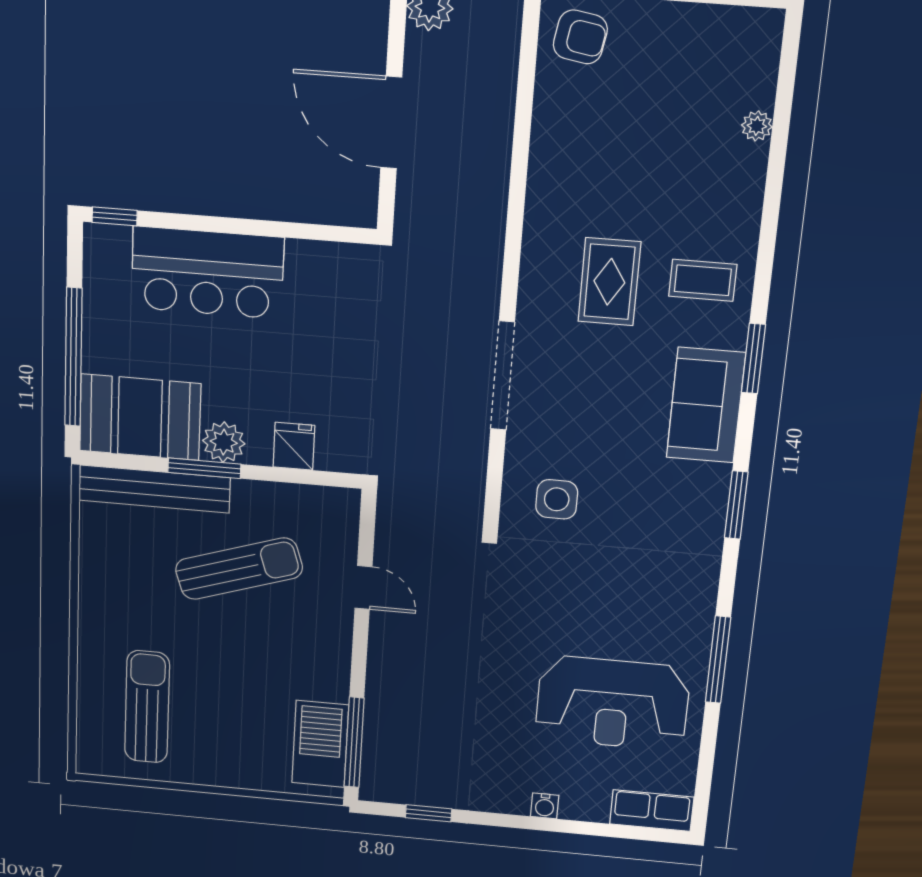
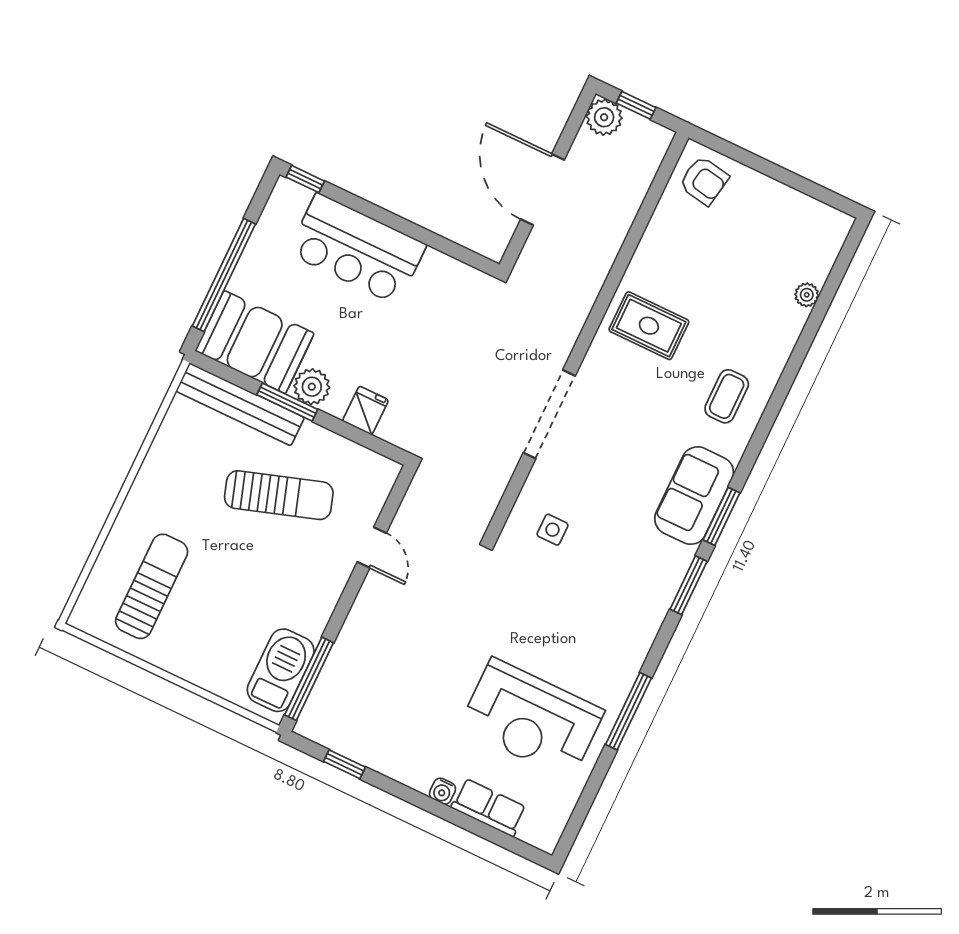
coffee table: (703, 280) -> (727, 396), turned 90
rug: (609, 282) -> (649, 326), moved, turned 90
window: (753, 359) -> (721, 516), moved
side table: (557, 499) -> (552, 530), width x0.73, depth x0.73
row of seats: (652, 811) -> (489, 808), moved

